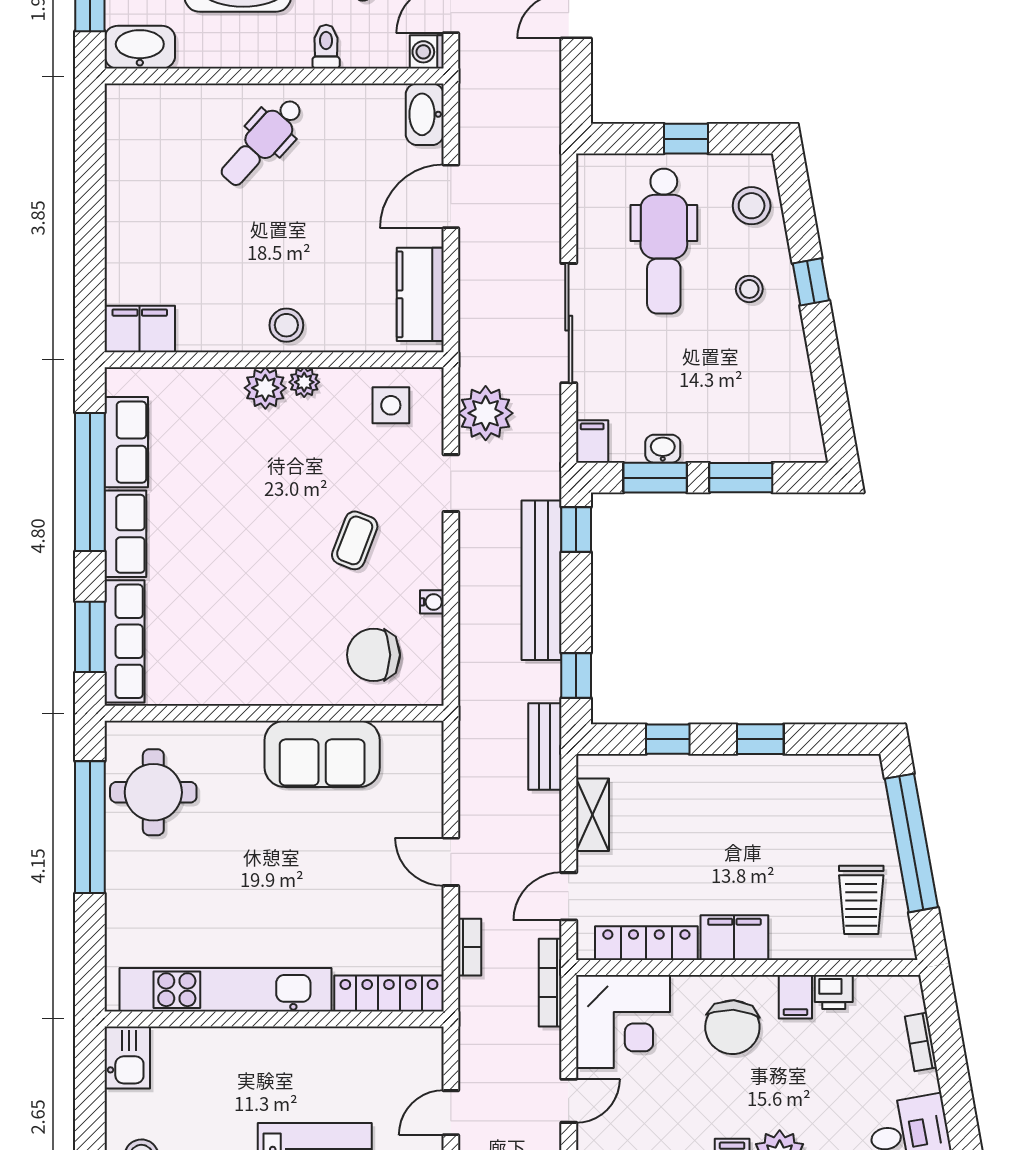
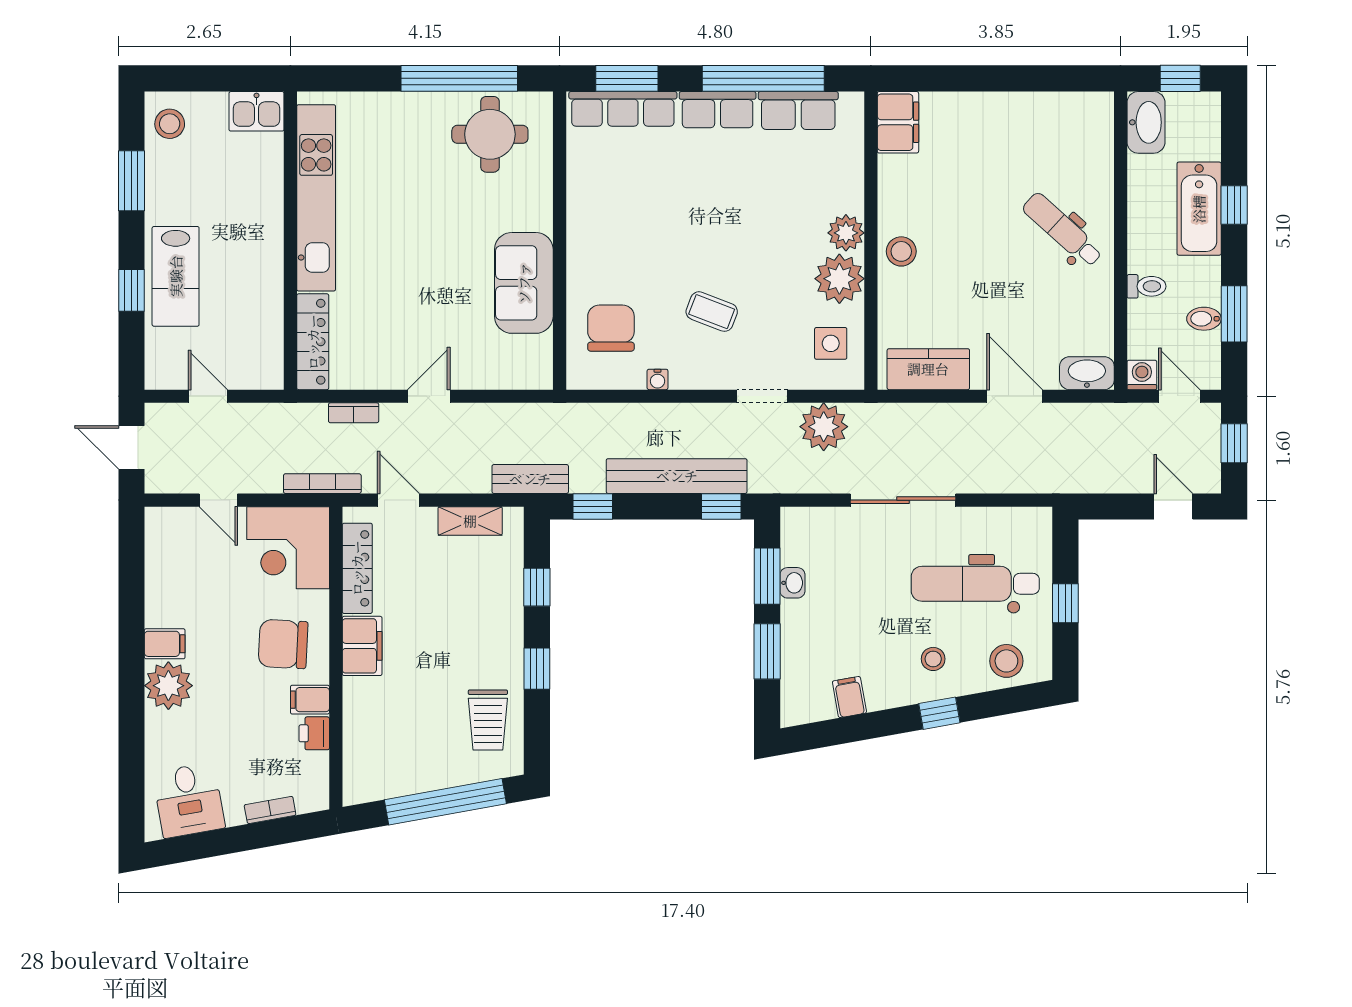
plant: (304, 382) -> (839, 279), width x1.88, depth x1.88
filing cabinet: (592, 441) -> (849, 697), moved, turned -100
trolley: (861, 900) -> (488, 720), moved, turned -90

